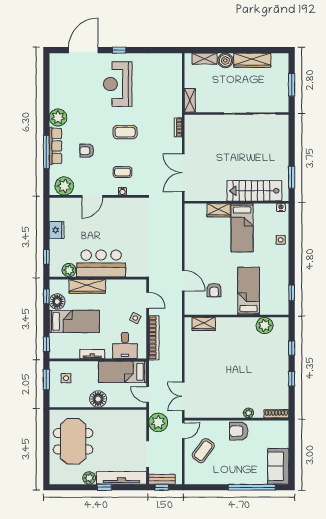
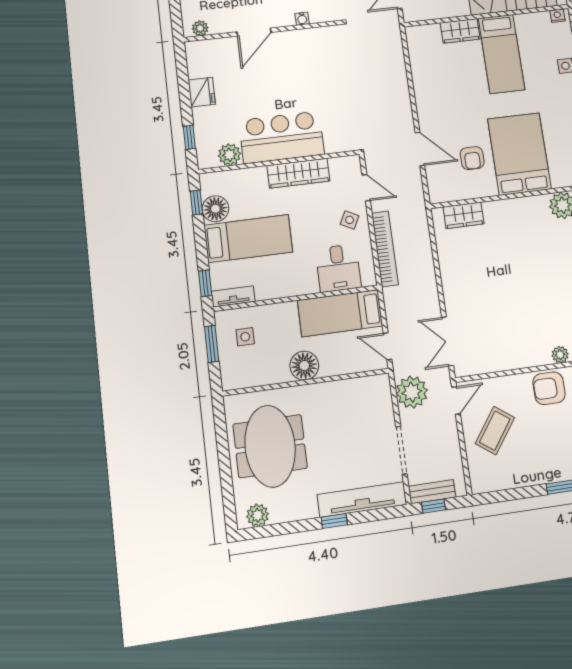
plant: (64, 186) -> (200, 28), width x0.53, depth x0.53
wardrobe: (87, 286) -> (298, 173), moved
bed: (249, 291) -> (519, 154), width x1.50
tv unit: (92, 354) -> (233, 296), moved
plant: (89, 478) -> (258, 515), moved

